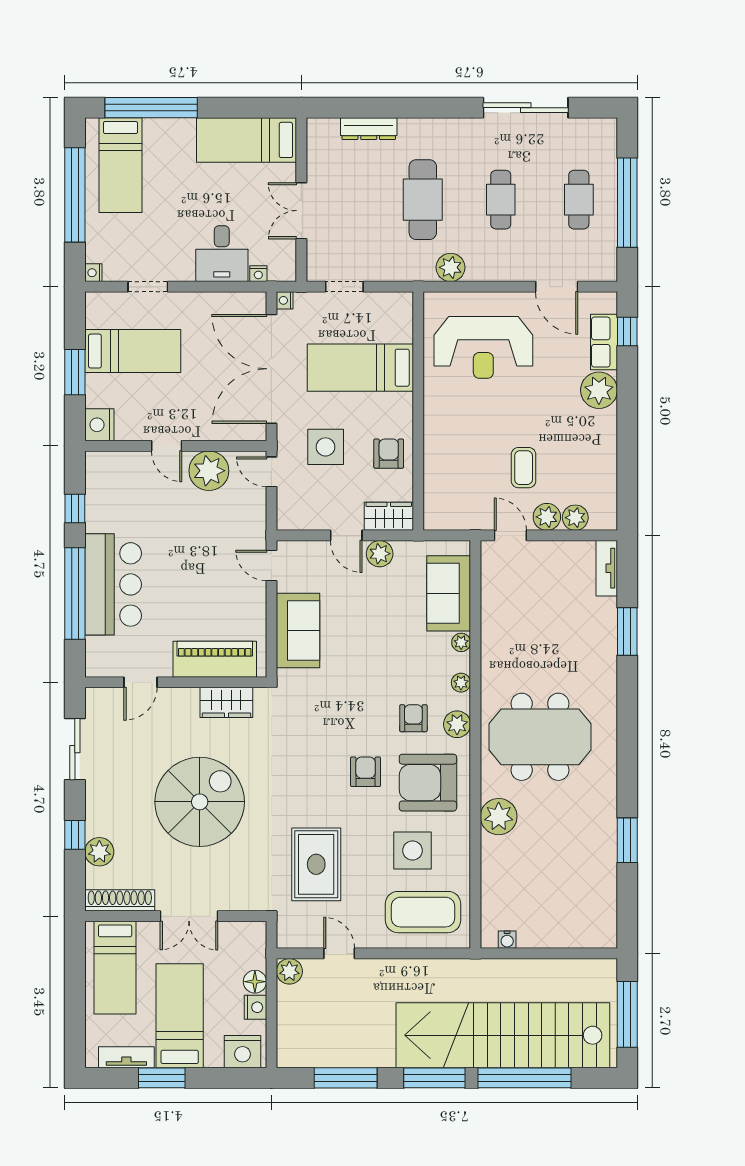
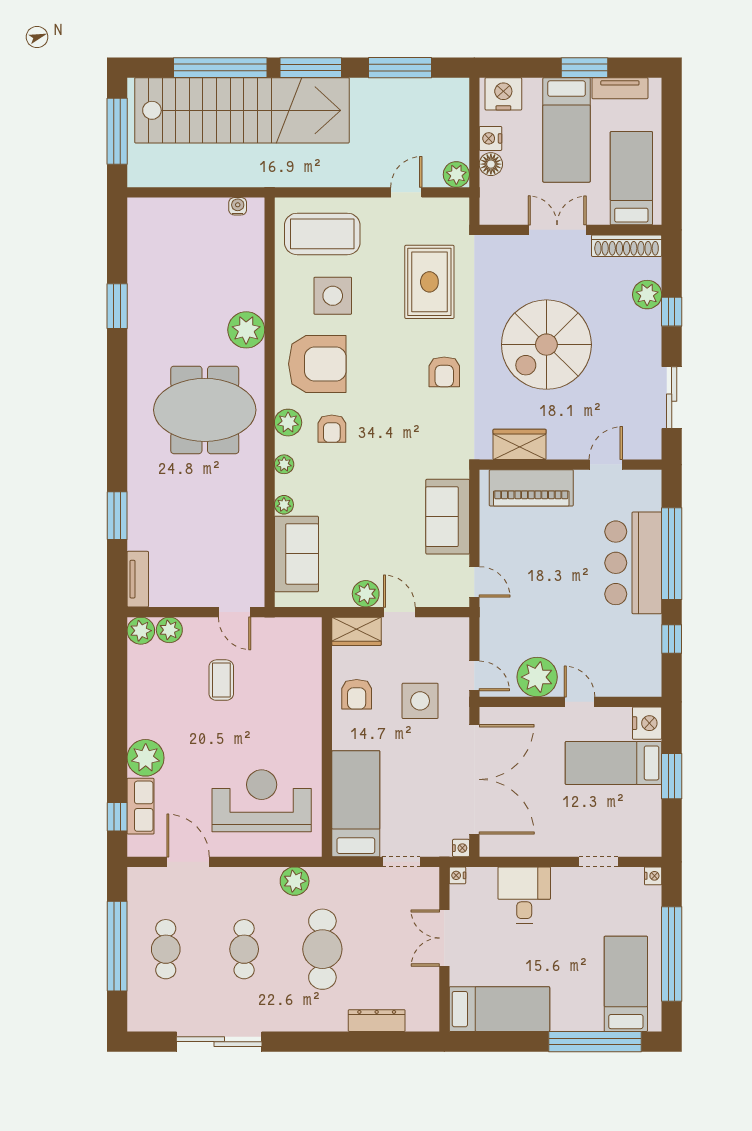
double door: (301, 211) -> (444, 938), swing flipped
nightstand: (258, 274) -> (457, 875), moved, turned -90
bed: (133, 351) -> (614, 763), moved
bed: (360, 368) -> (356, 804), moved, turned -90
plant: (547, 517) -> (141, 631), moved
armchair: (366, 772) -> (444, 372), moved
door: (339, 953) -> (406, 192), swing flipped

